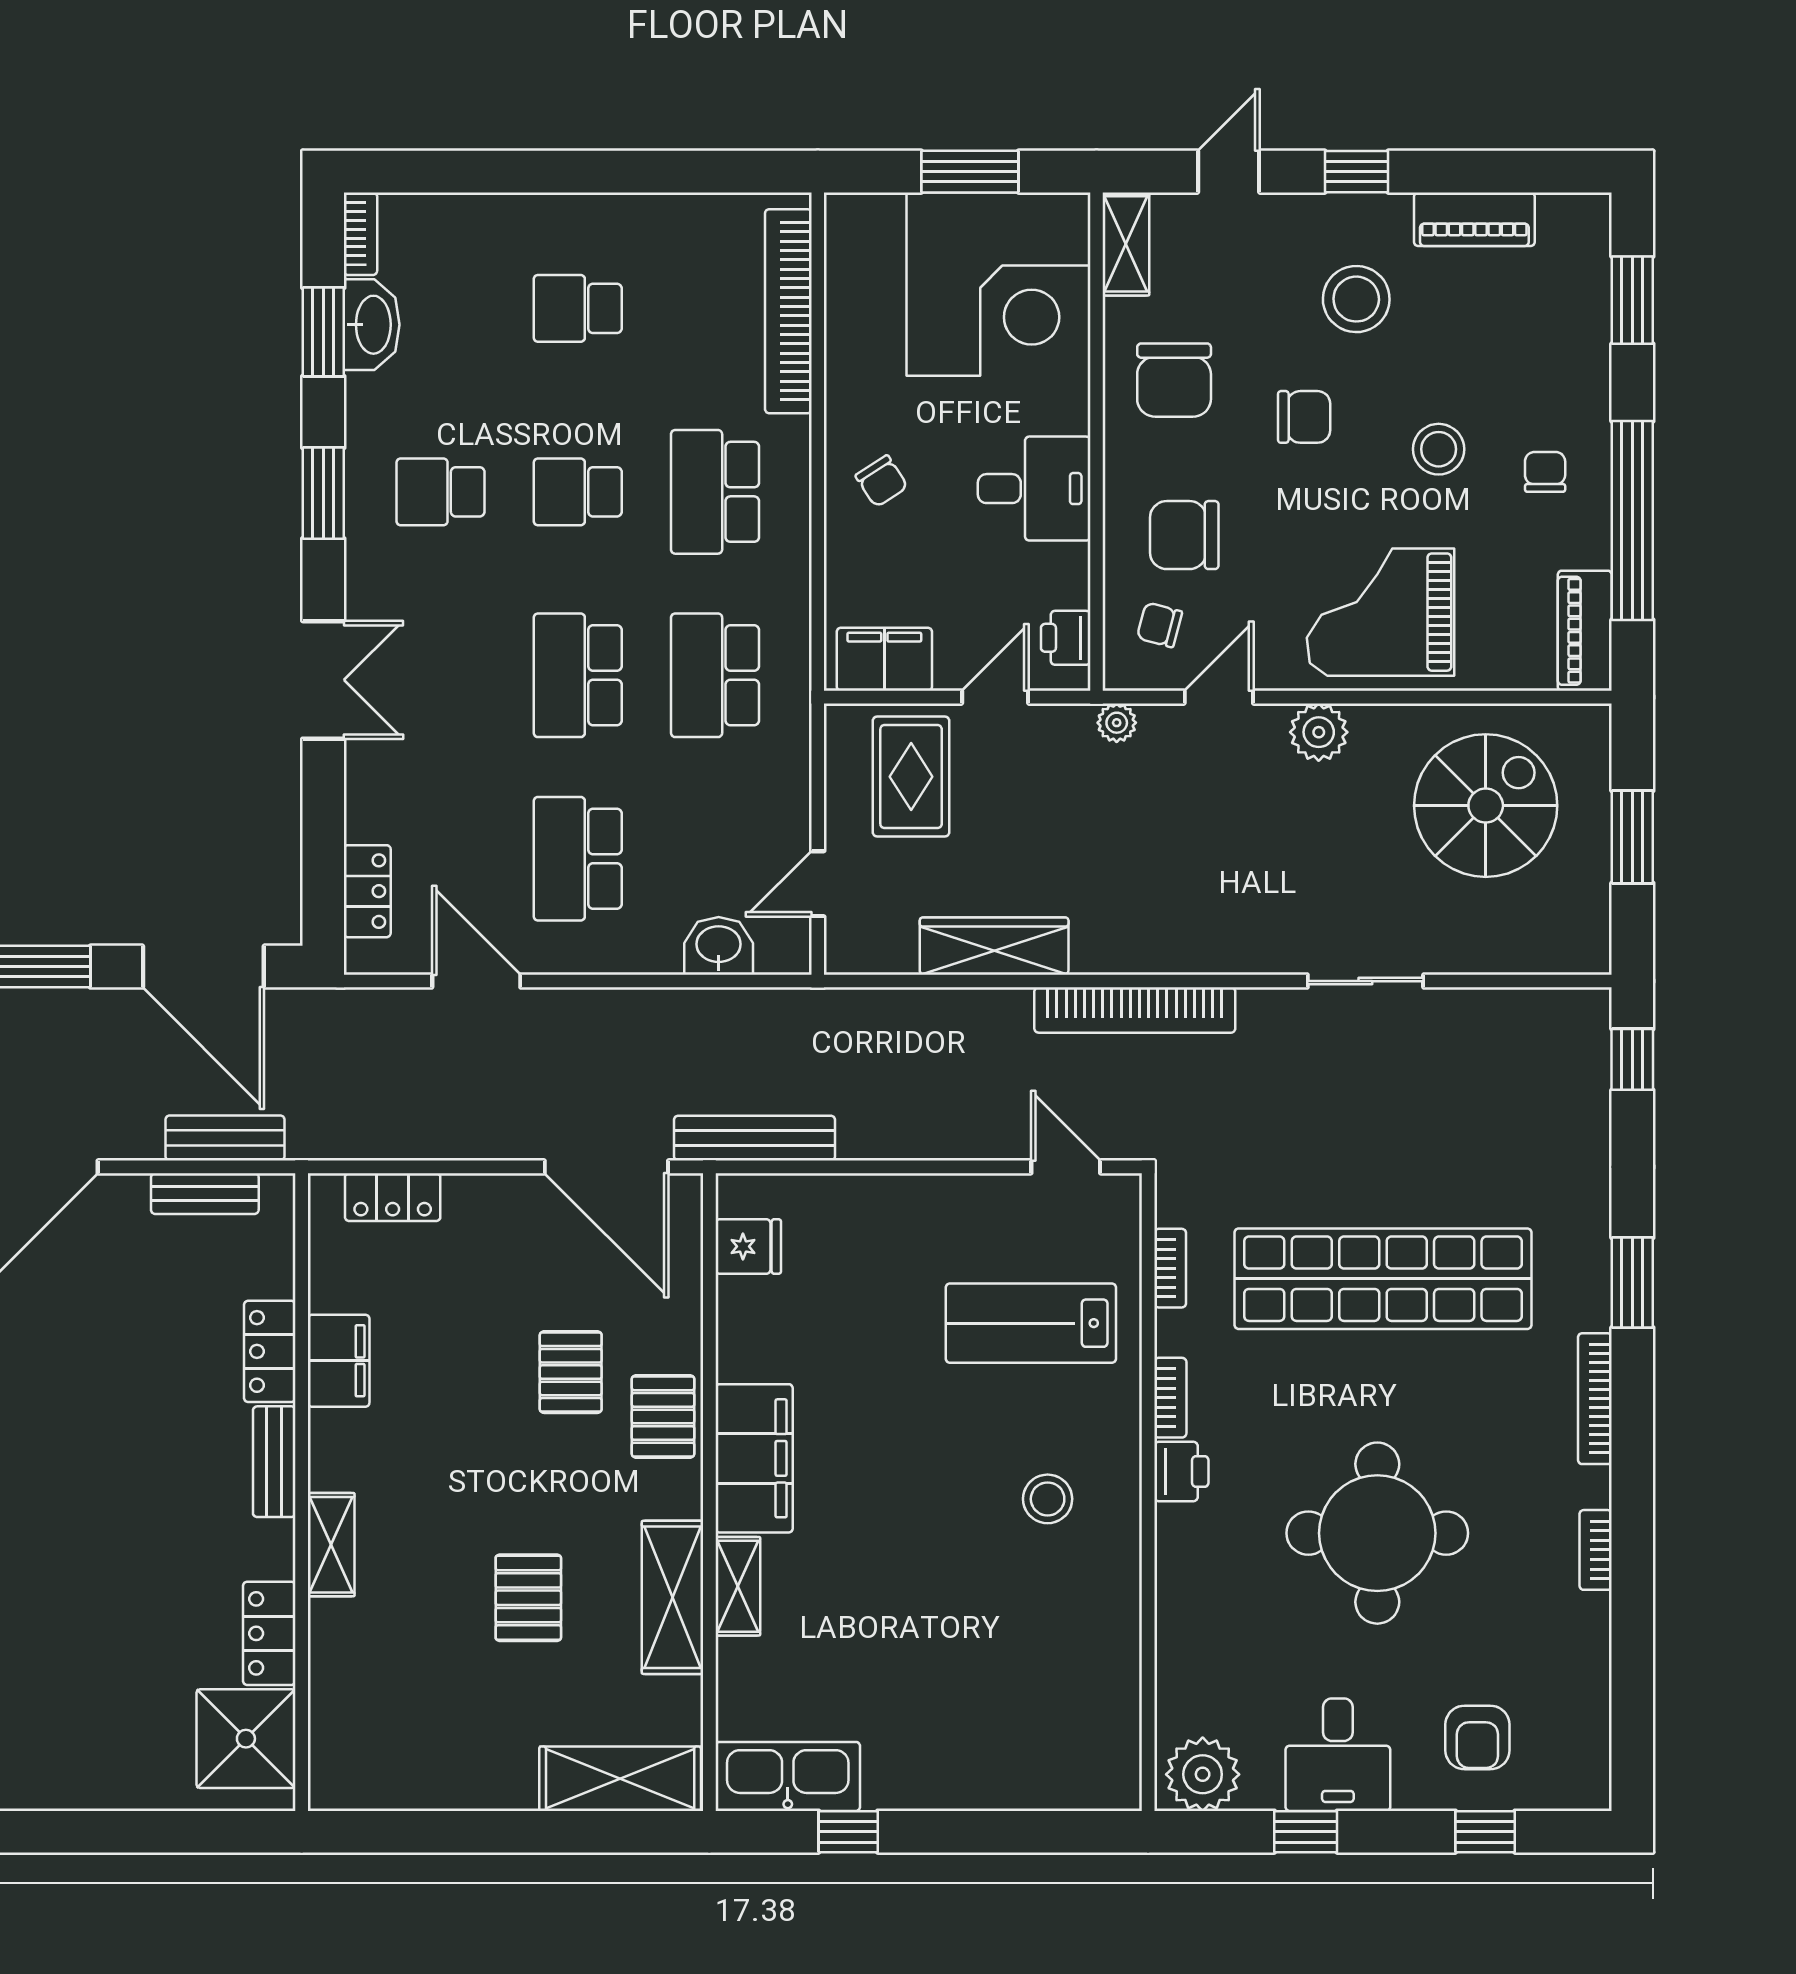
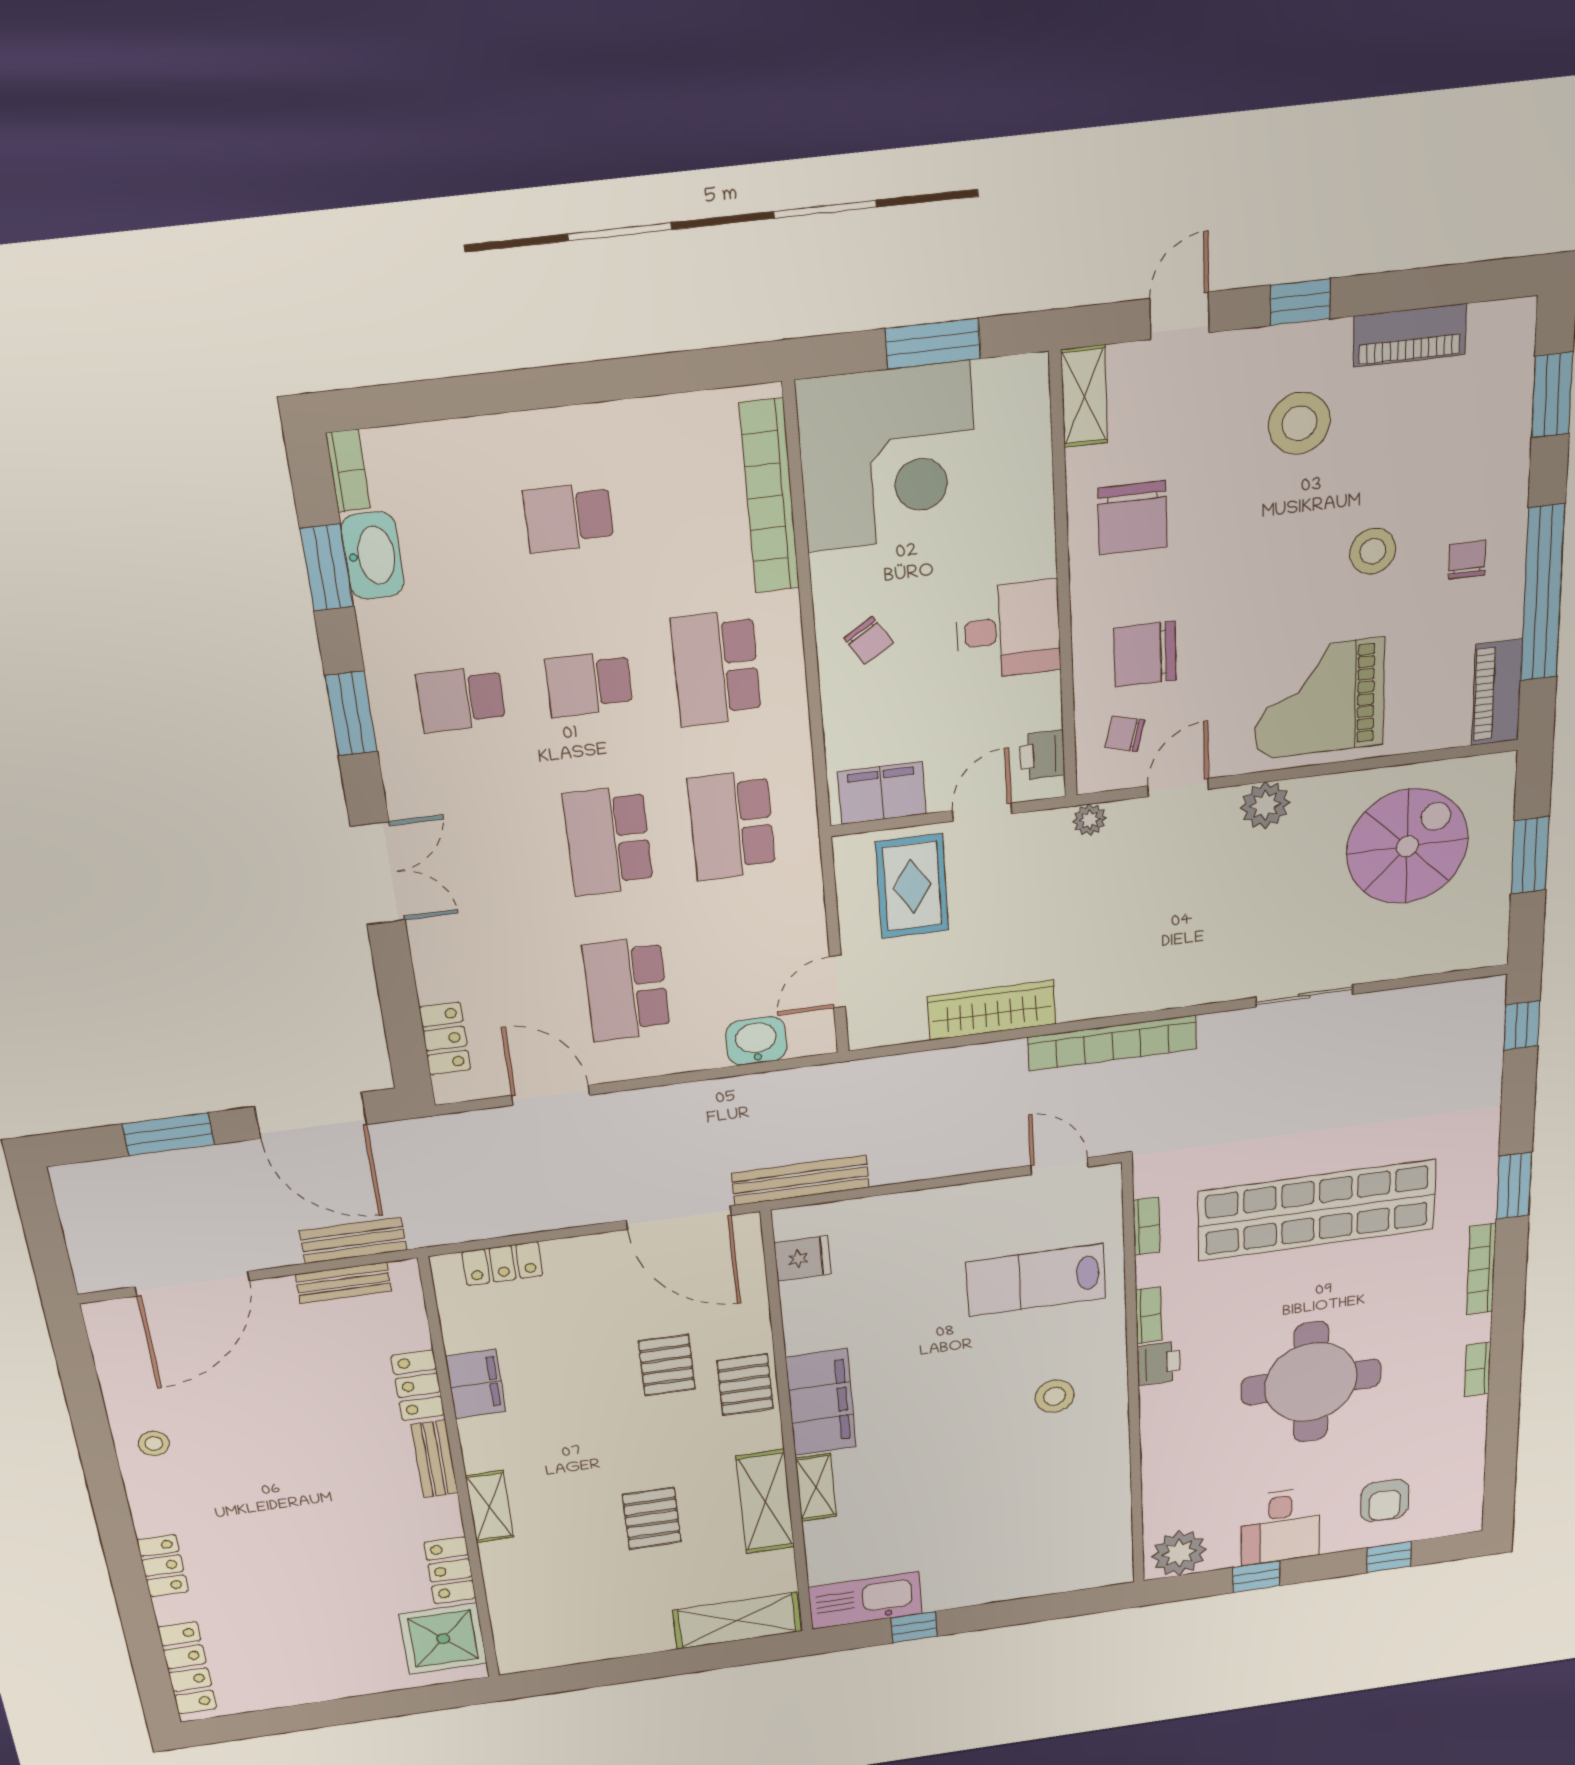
corner desk: (999, 284) -> (888, 457), moved
chair: (1304, 417) -> (1252, 537), removed

